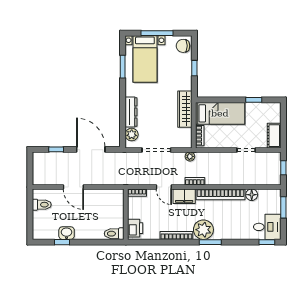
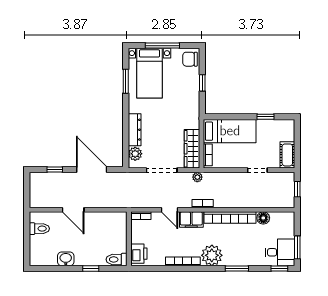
wardrobe: (185, 109) -> (192, 149), moved
window: (283, 207) -> (297, 247), moved
window: (62, 242) -> (91, 268), moved
window: (210, 242) -> (237, 268), moved

